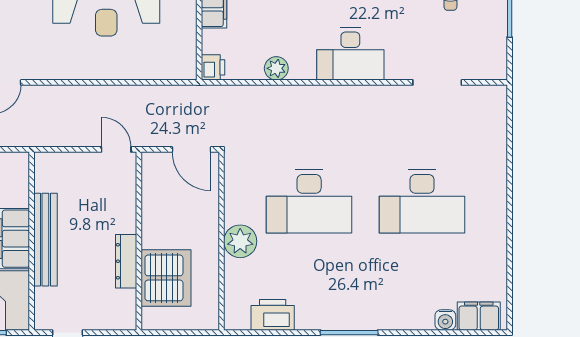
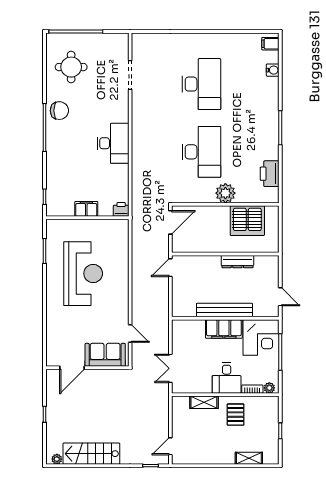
desk: (350, 54) -> (113, 143), moved
plant: (276, 68) -> (122, 171), removed
server rack: (166, 278) -> (247, 221), moved, turned 180
filing cabinet: (479, 316) -> (270, 44), width x0.50

